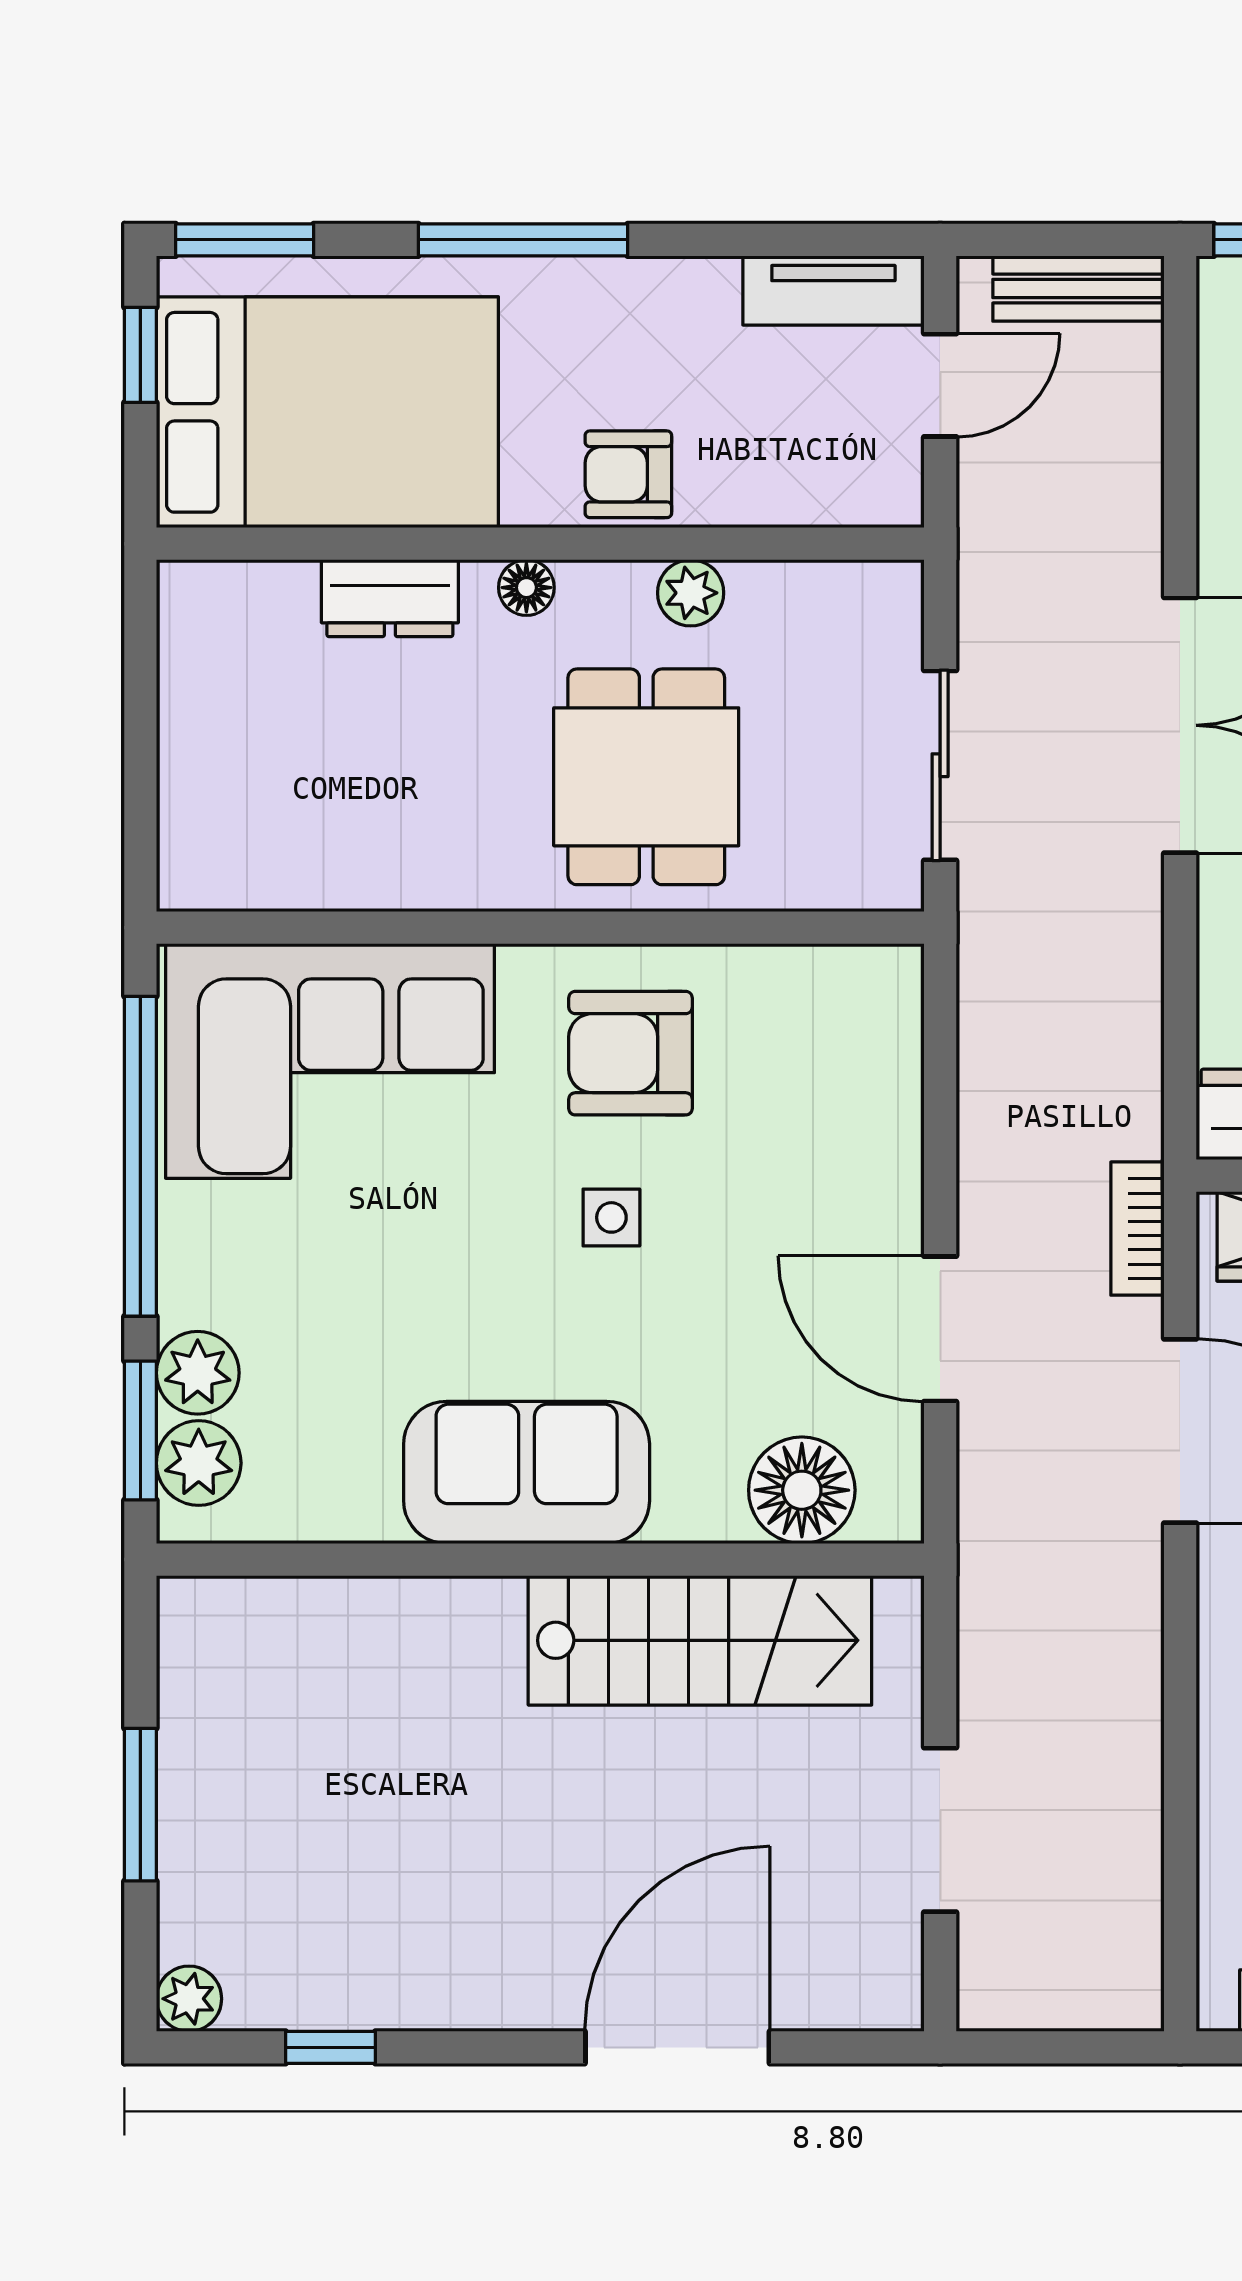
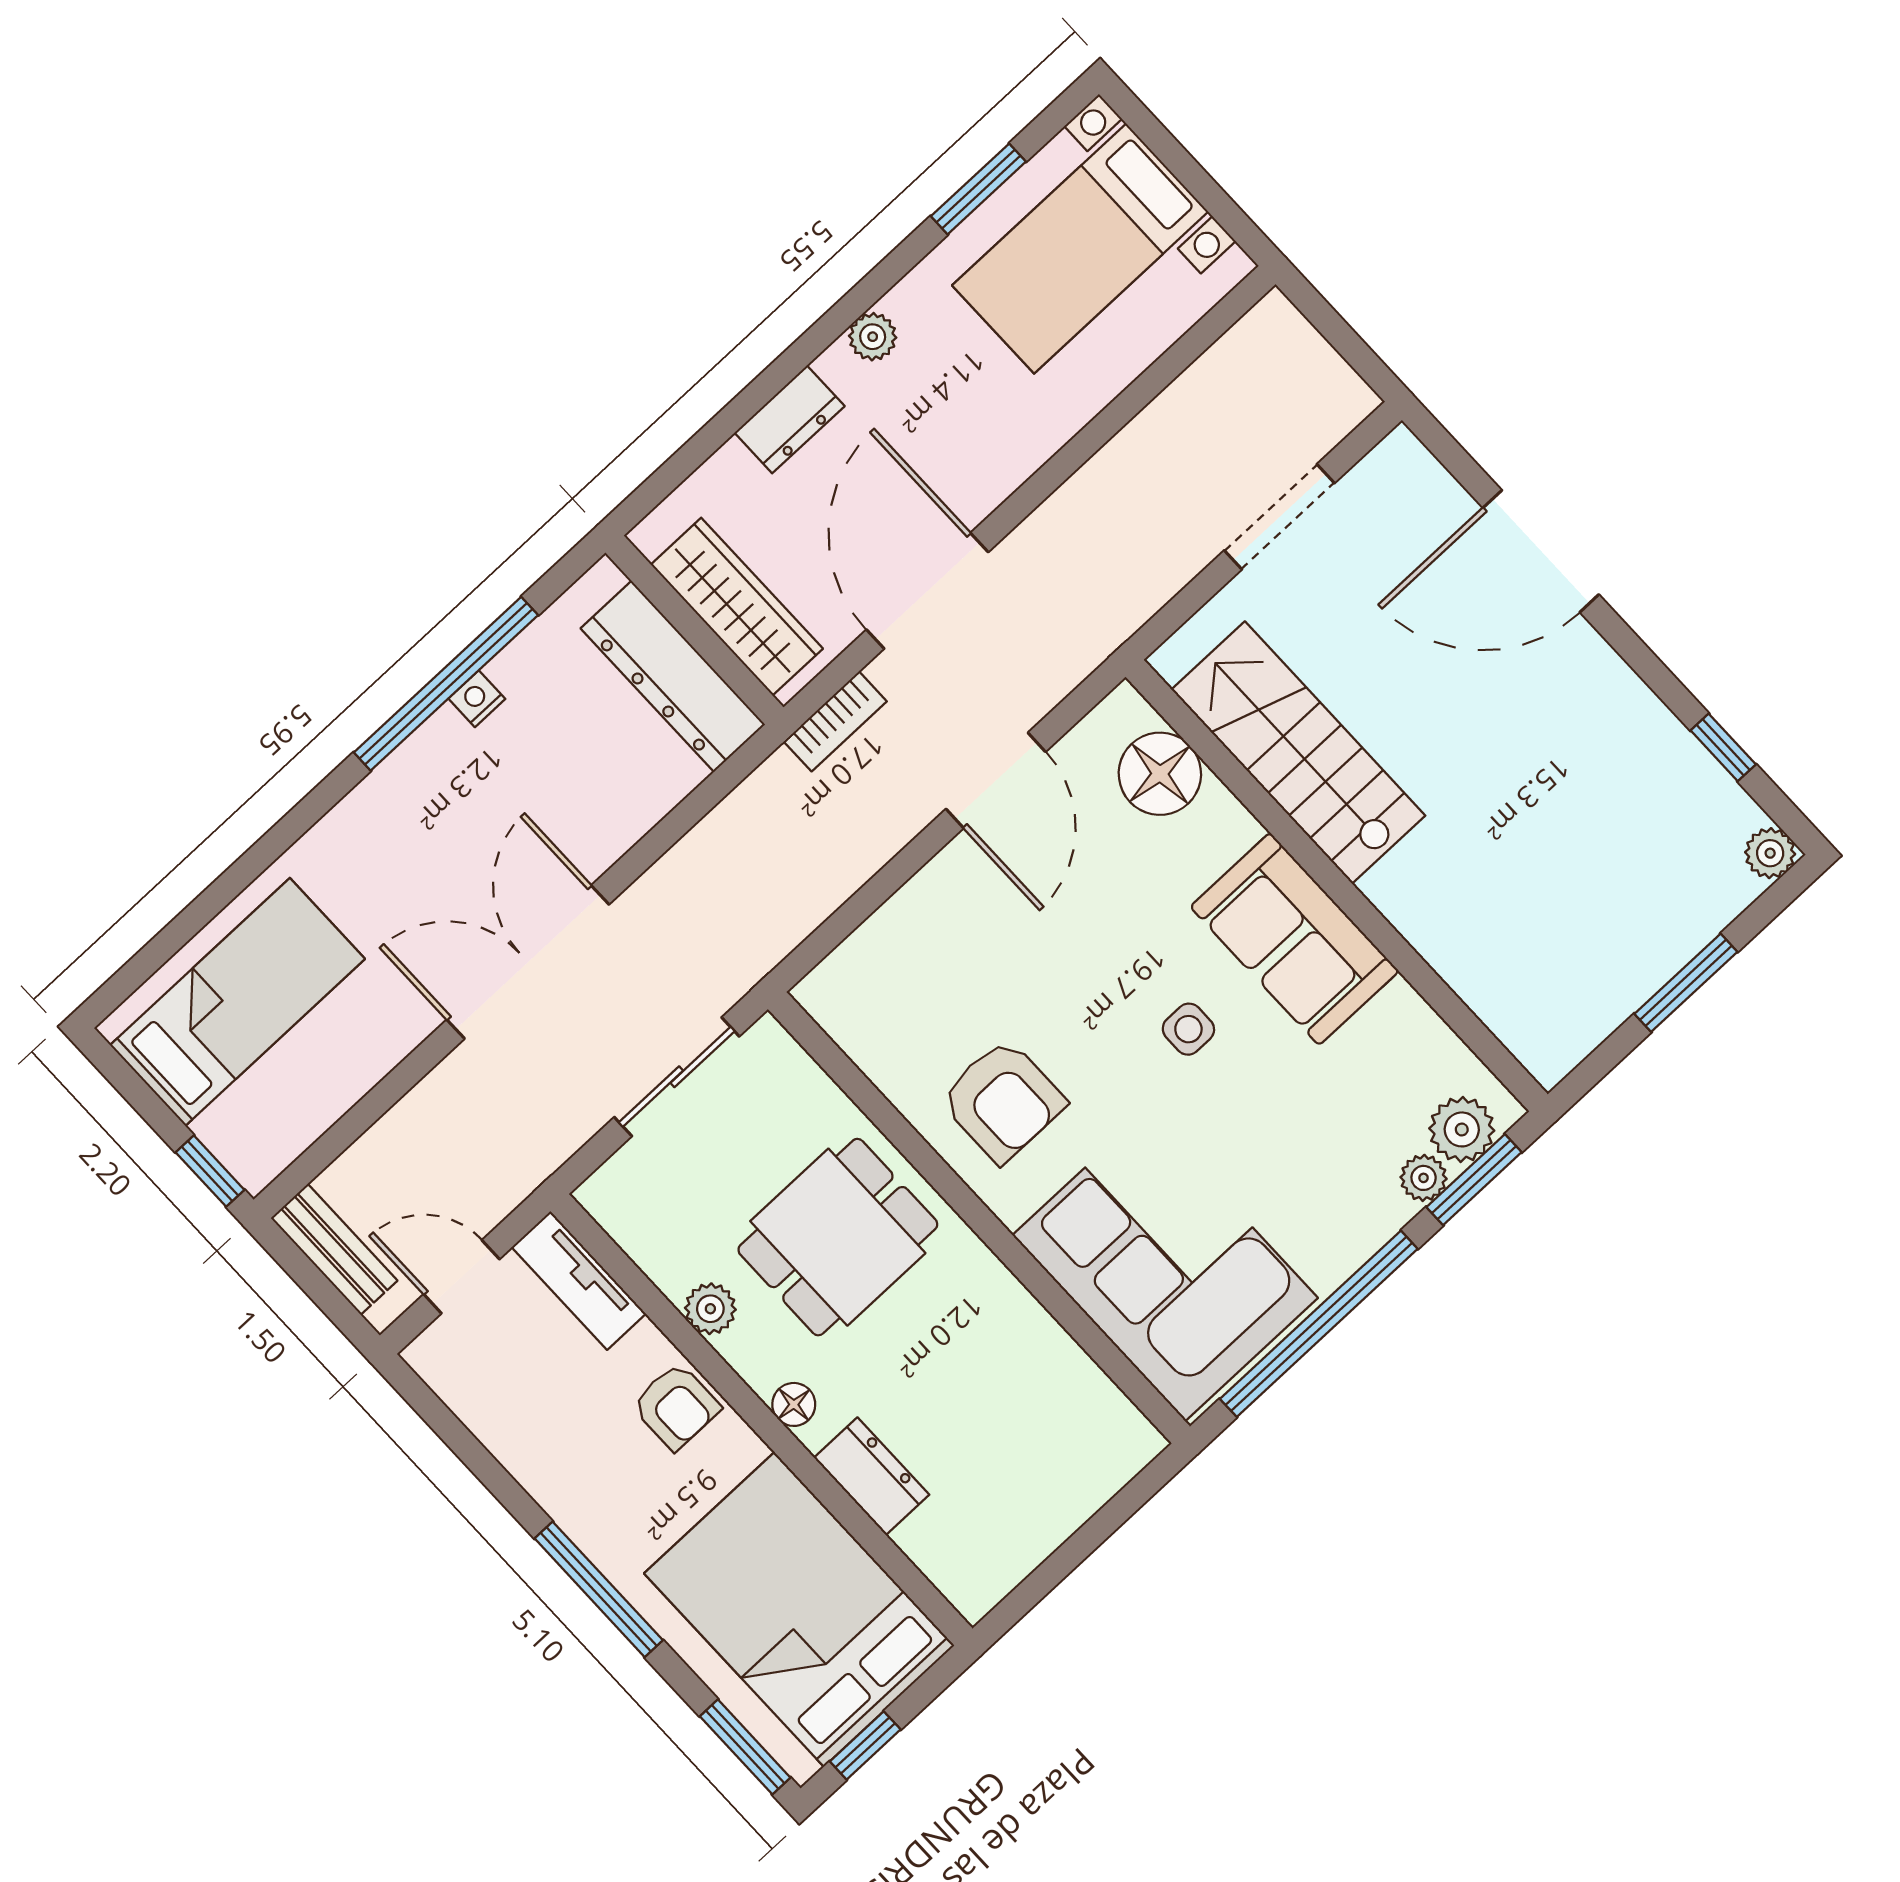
tv unit: (833, 290) -> (579, 1281), moved, turned 180
side table: (611, 1217) -> (1188, 1029), moved
plant: (198, 1373) -> (1424, 1178), width x0.73, depth x0.73

